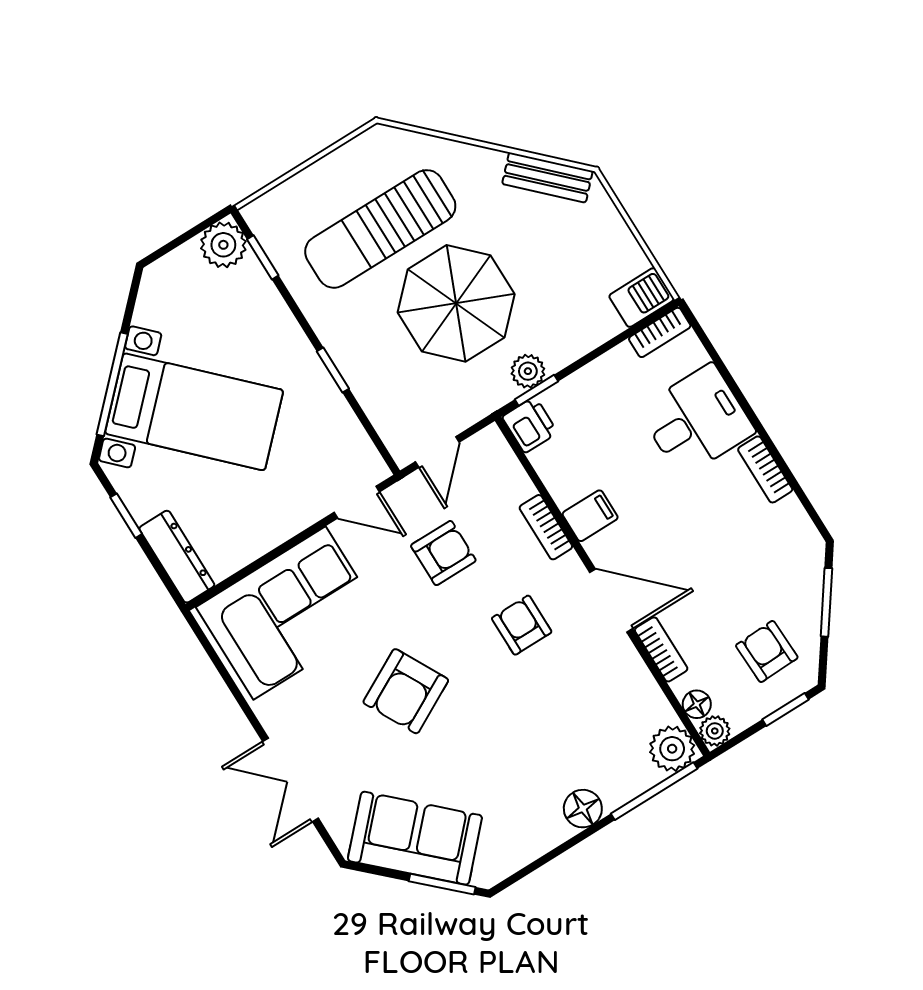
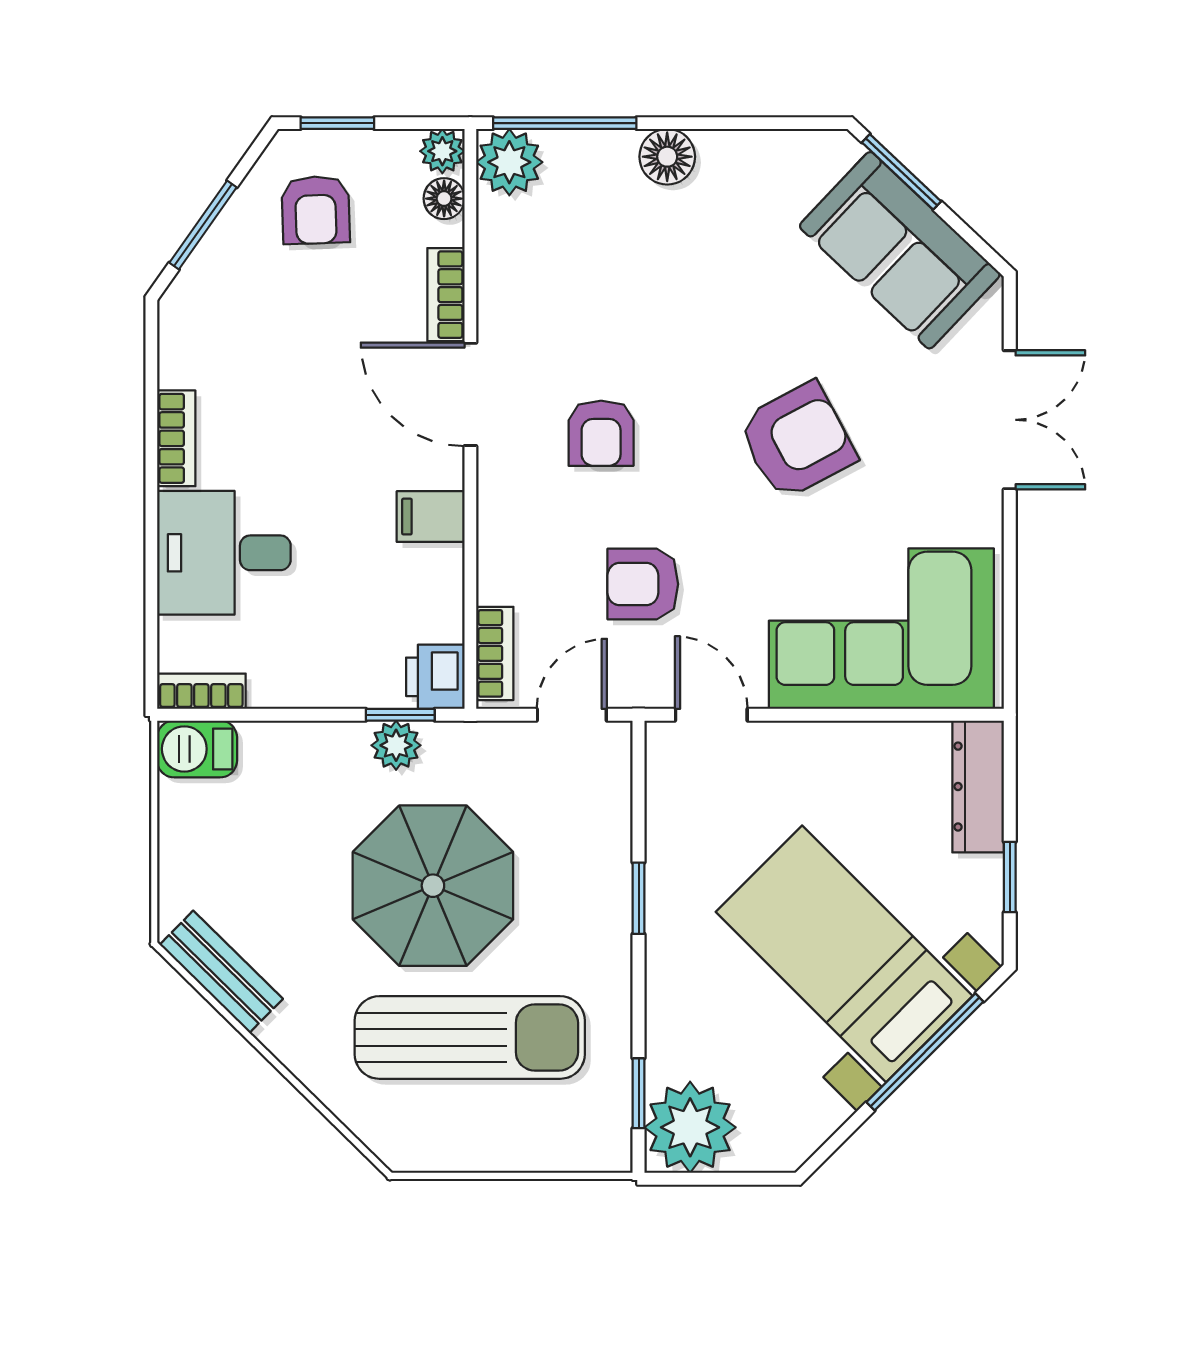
plant: (223, 245) -> (690, 1127), width x1.36, depth x1.36
bookcase: (546, 527) -> (495, 653), moved

